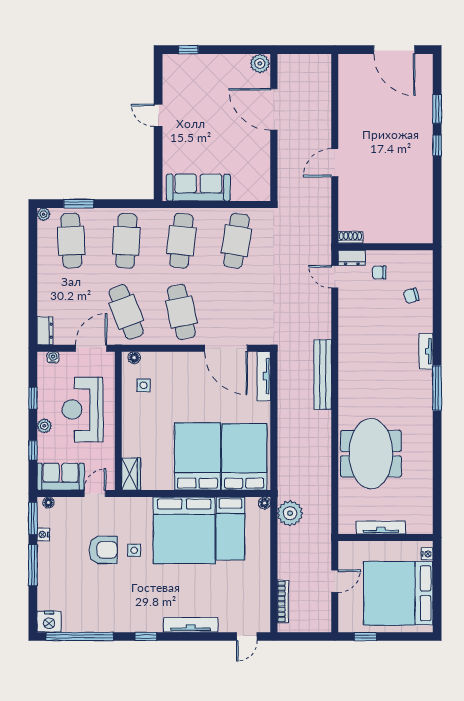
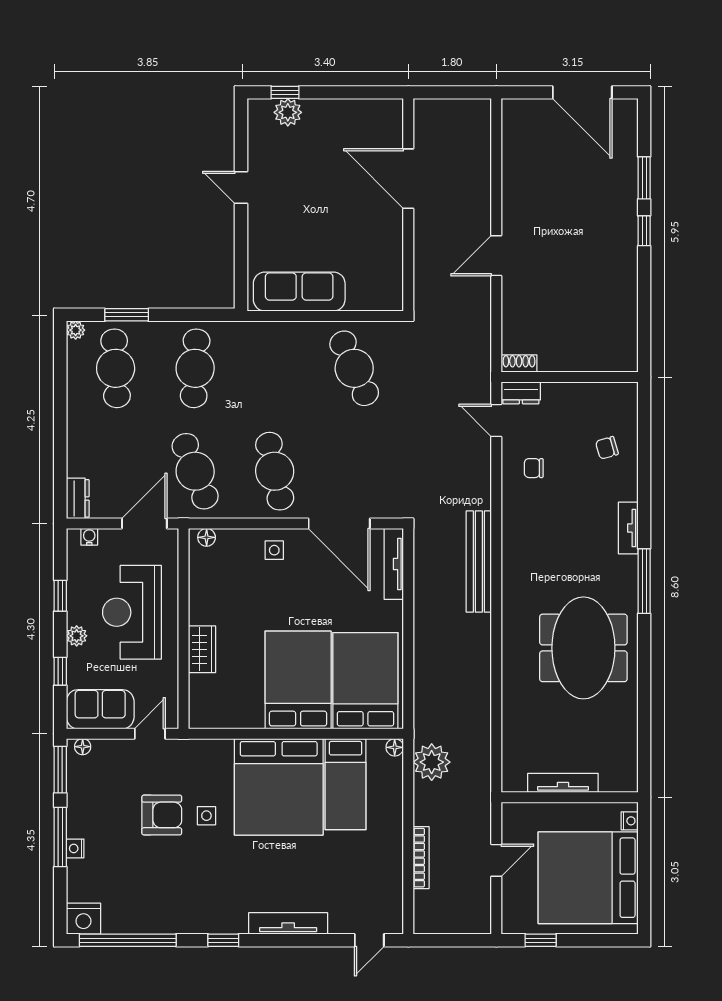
plant: (260, 63) -> (288, 112), moved
cafe table: (181, 241) -> (275, 368), removed
cafe table: (236, 241) -> (354, 368), turned -33
chair: (379, 272) -> (534, 468), moved
side table: (143, 385) -> (274, 550), moved
meeting table: (371, 454) -> (583, 648), moved
wardrobe: (131, 474) -> (202, 649), moved
nightstand: (43, 535) -> (75, 848), moved
bookcase: (283, 601) -> (421, 858), moved

